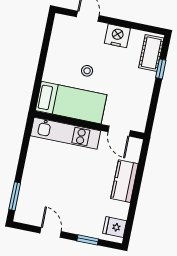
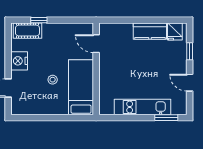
door: (119, 131) -> (96, 44), swing flipped
kitchen unit: (66, 133) -> (143, 107), moved, turned -90
kitchen counter: (124, 181) -> (150, 31), moved
door: (51, 232) -> (190, 83), hinge flipped

